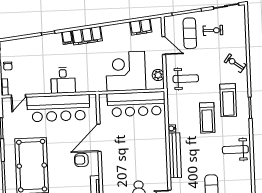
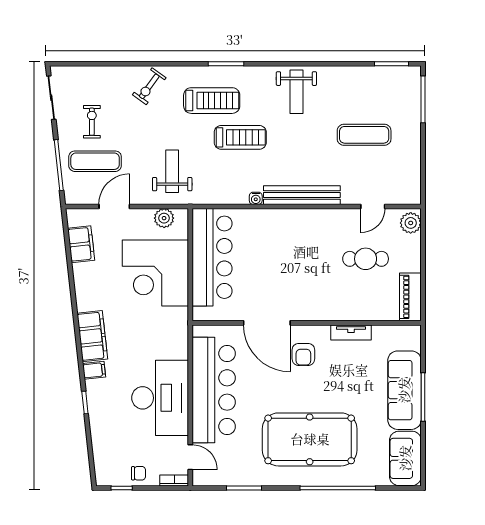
desk: (63, 80) -> (160, 398), width x1.87, depth x1.30

